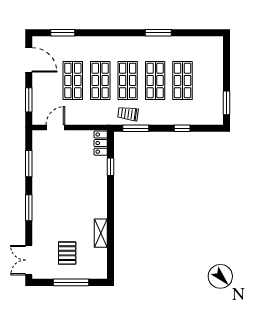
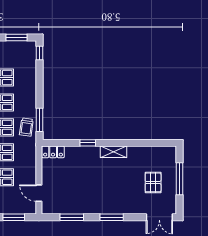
window: (182, 128) -> (39, 53), moved
window: (111, 167) -> (88, 143), moved
shelving: (101, 233) -> (113, 152), moved
pallet: (67, 253) -> (153, 182), turned 90

